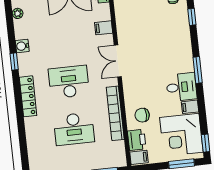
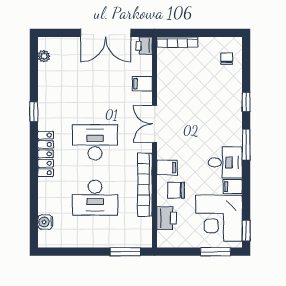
window: (192, 17) -> (246, 102), moved
water cooler: (22, 46) -> (45, 222), moved
filing cabinet: (139, 157) -> (167, 168), moved

